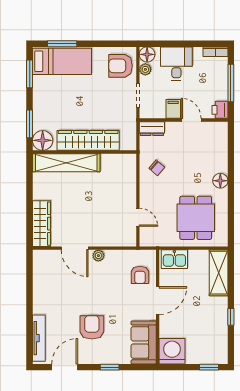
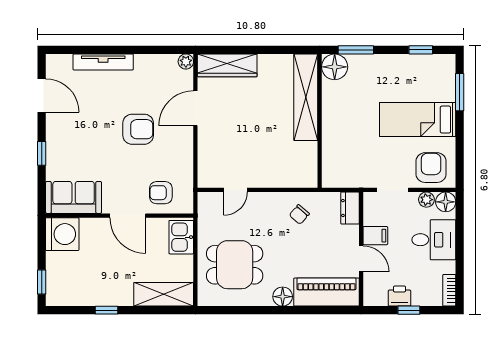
bed: (62, 61) -> (418, 120), moved, turned 90
window: (30, 74) -> (421, 50), width x0.67
window: (231, 83) -> (409, 310), width x0.46
printer: (220, 110) -> (399, 296), moved
door: (191, 120) -> (361, 259), hinge flipped
wardrobe: (88, 140) -> (335, 126), removed
piano: (217, 147) -> (326, 292), added
plant: (98, 256) -> (186, 62), moved
armchair: (92, 327) -> (138, 129), moved
tv unit: (39, 338) -> (103, 62), moved

